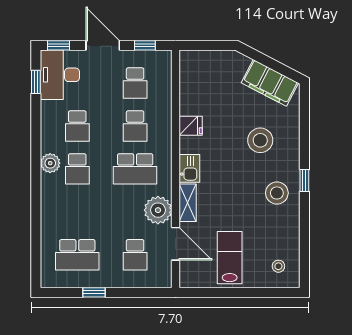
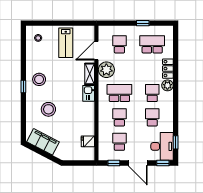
fridge: (191, 126) -> (88, 141), moved
plant: (50, 163) -> (167, 85), moved
locker: (50, 212) -> (168, 69), added
door: (176, 244) -> (96, 51), hinge flipped

